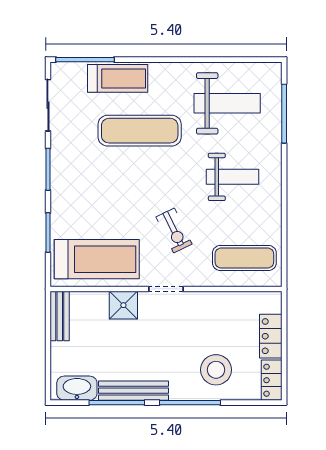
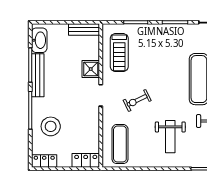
treadmill: (97, 259) -> (119, 53), width x0.73, depth x0.73
locker: (271, 336) -> (86, 160), moved

